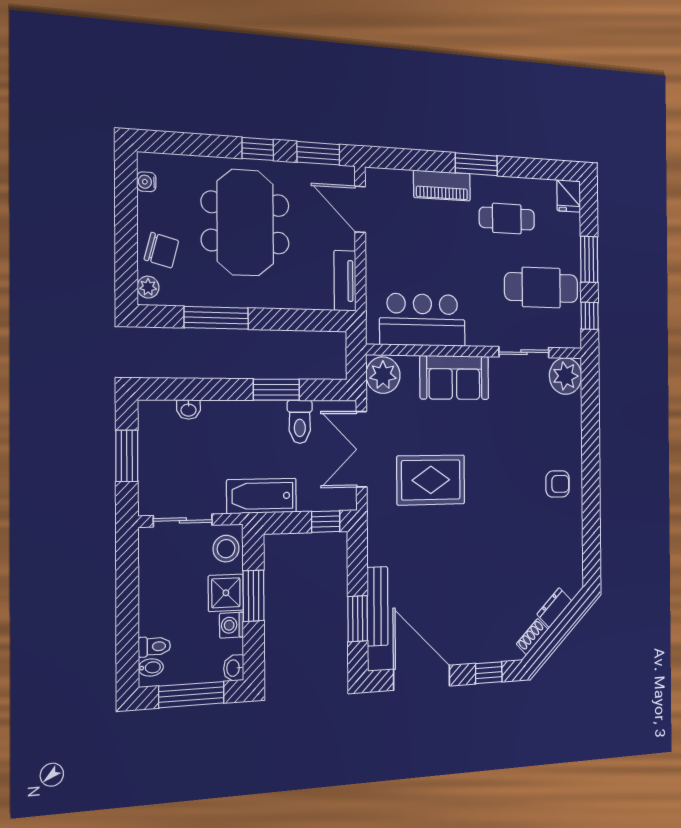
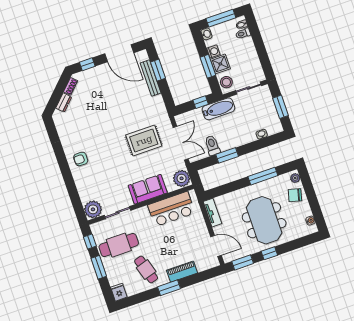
cafe table: (507, 219) -> (146, 270), turned 73
window: (326, 522) -> (201, 102), moved

